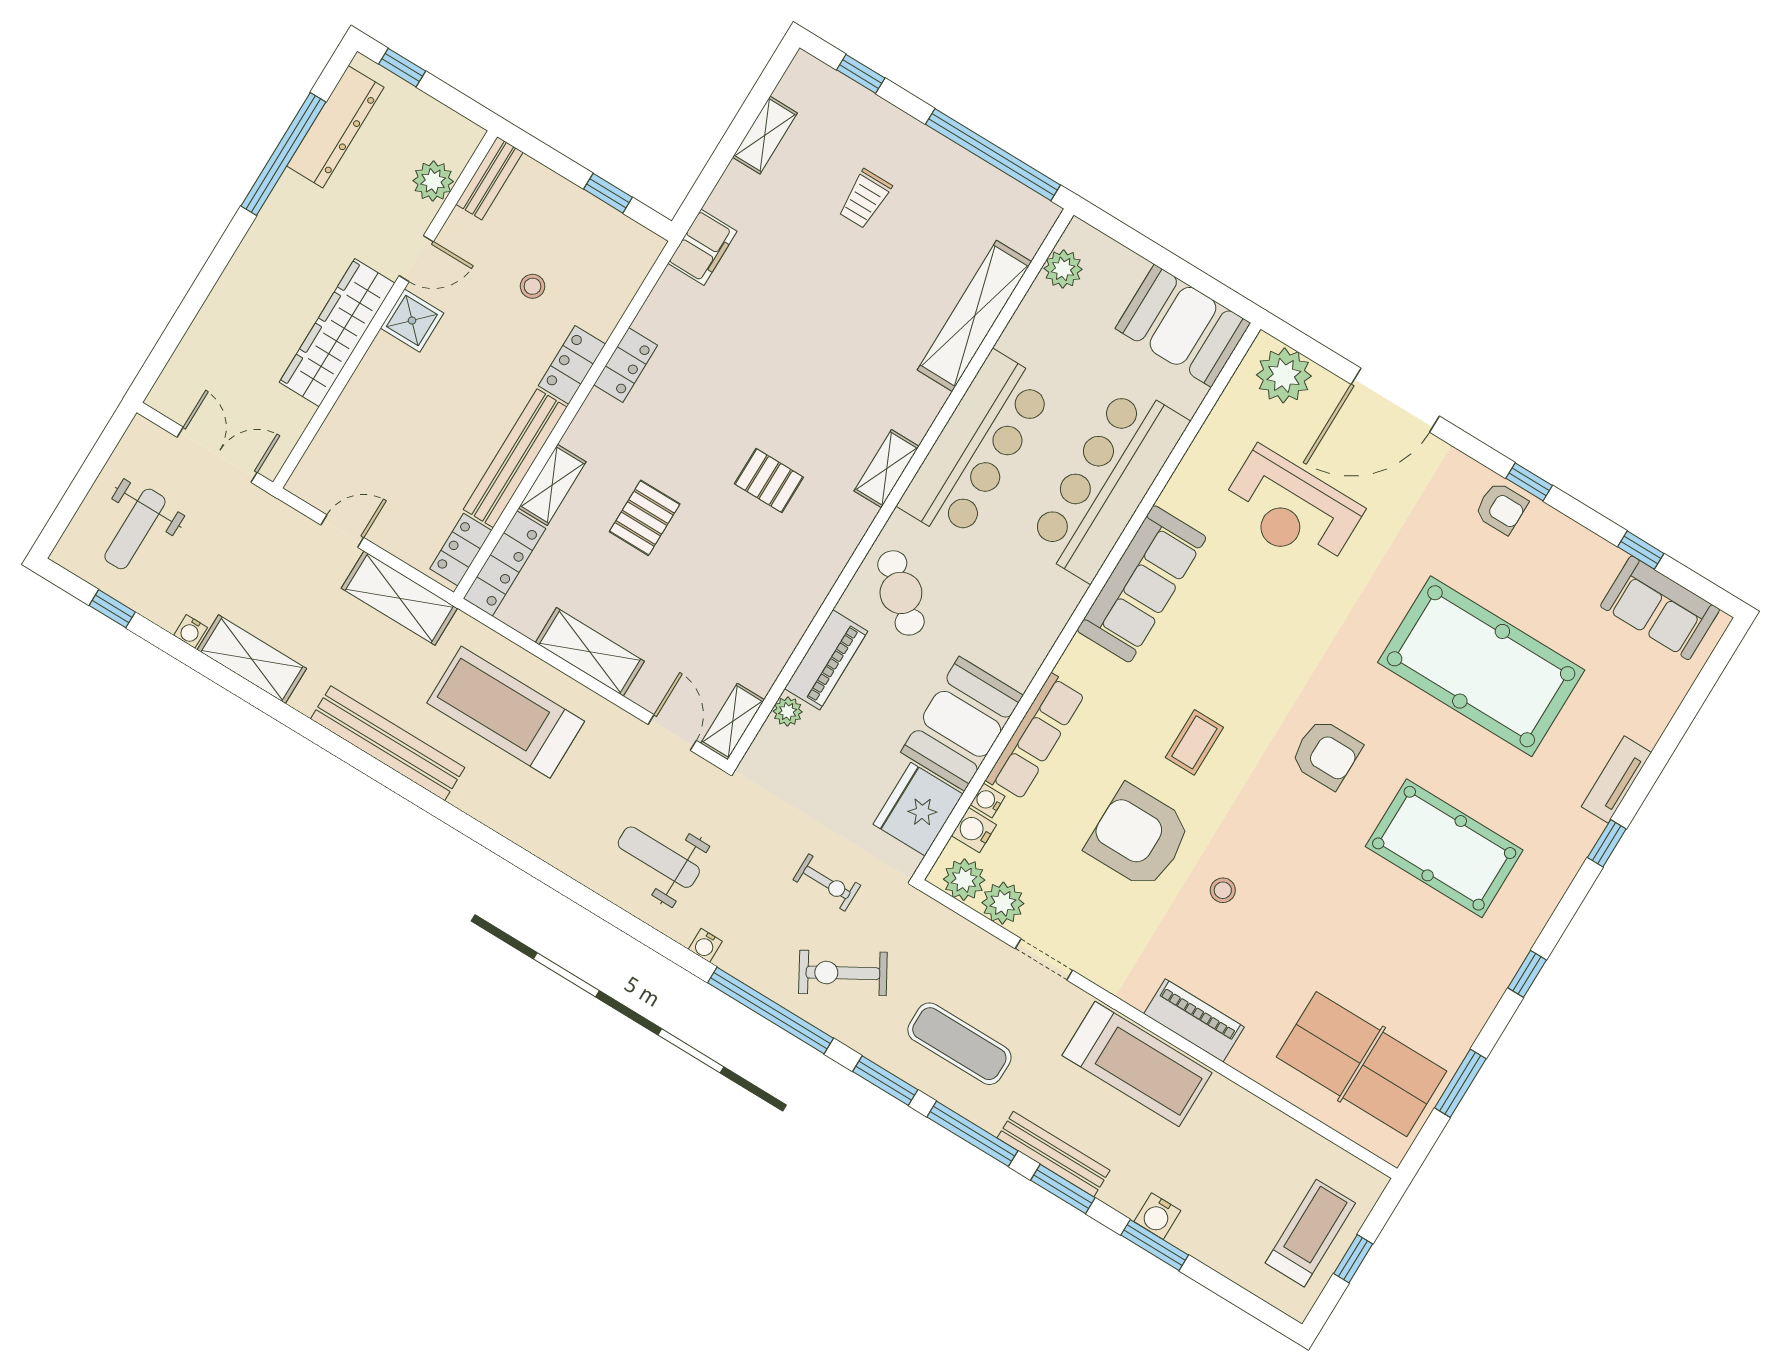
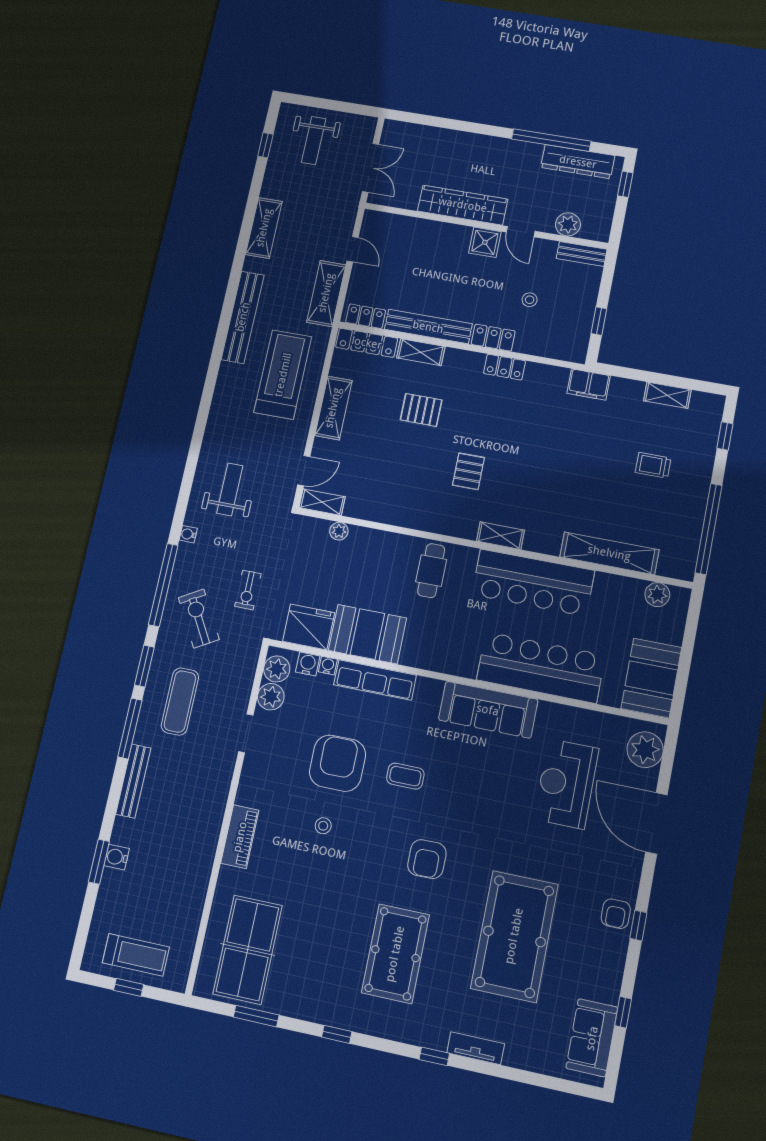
weight bench: (135, 529) -> (314, 141), turned -90
cafe table: (901, 593) -> (431, 571), turned -42
water cooler: (191, 631) -> (268, 190), removed
piano: (826, 660) -> (377, 542), removed
treadmill: (1137, 1064) -> (203, 812), removed
window: (1063, 1189) -> (115, 794), removed

